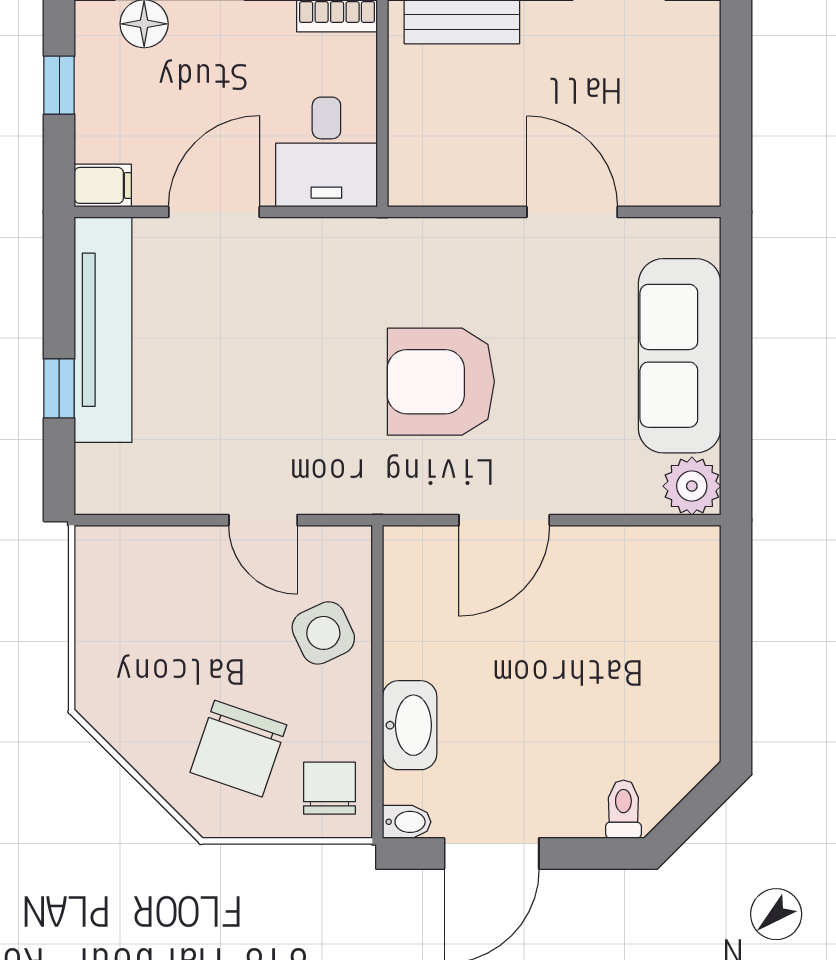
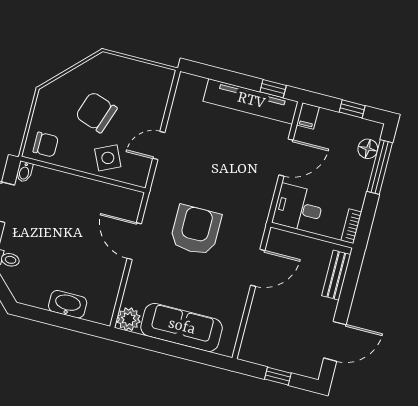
window: (736, 98) -> (278, 376), added
door: (214, 212) -> (286, 157), hinge flipped
door: (572, 212) -> (258, 268), moved
window: (59, 388) -> (273, 89), moved
washbasin: (410, 725) -> (68, 304), moved, turned 180
chair: (238, 749) -> (96, 112), moved

